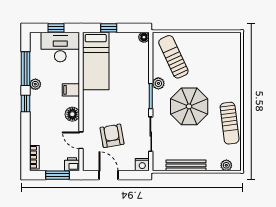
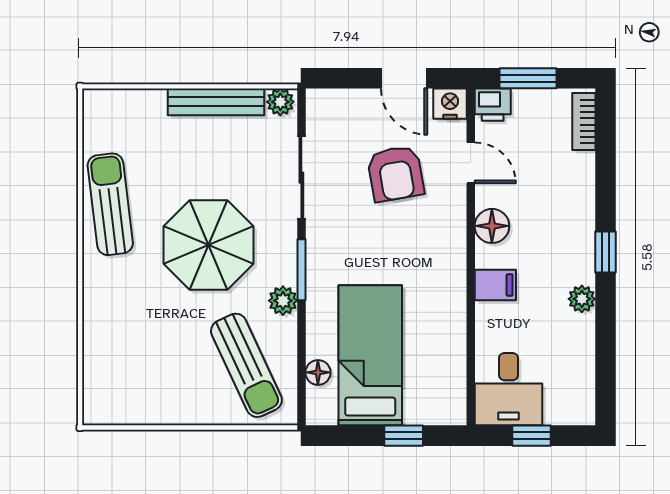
floor lamp: (144, 37) -> (318, 372), moved
desk: (60, 47) -> (508, 389), width x0.73
bed: (96, 61) -> (370, 355), moved
window: (26, 69) -> (605, 337), removed
nightstand: (142, 165) -> (450, 104), moved
plant: (226, 165) -> (280, 102), moved

